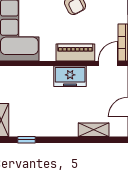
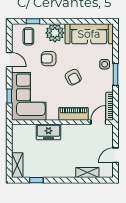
freezer: (70, 76) -> (48, 132), moved

